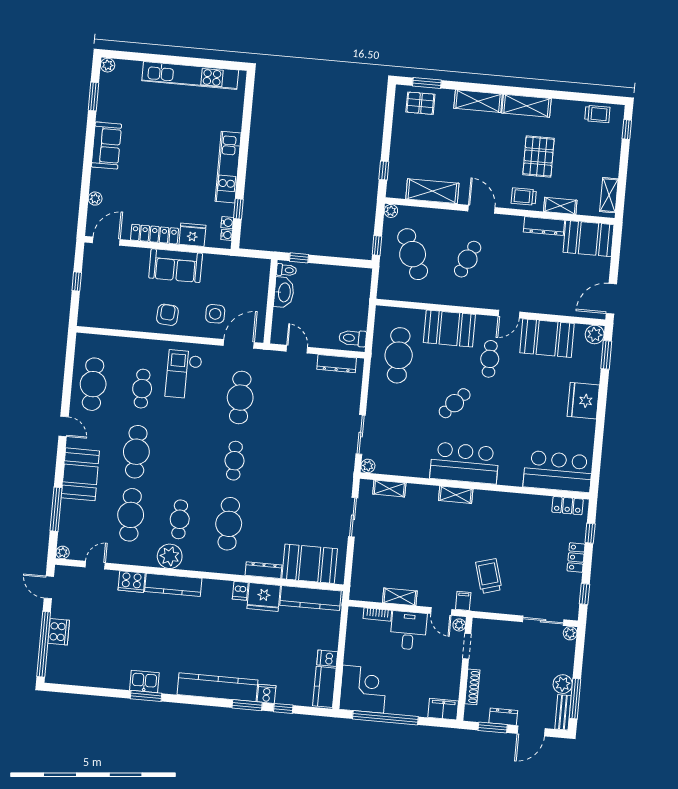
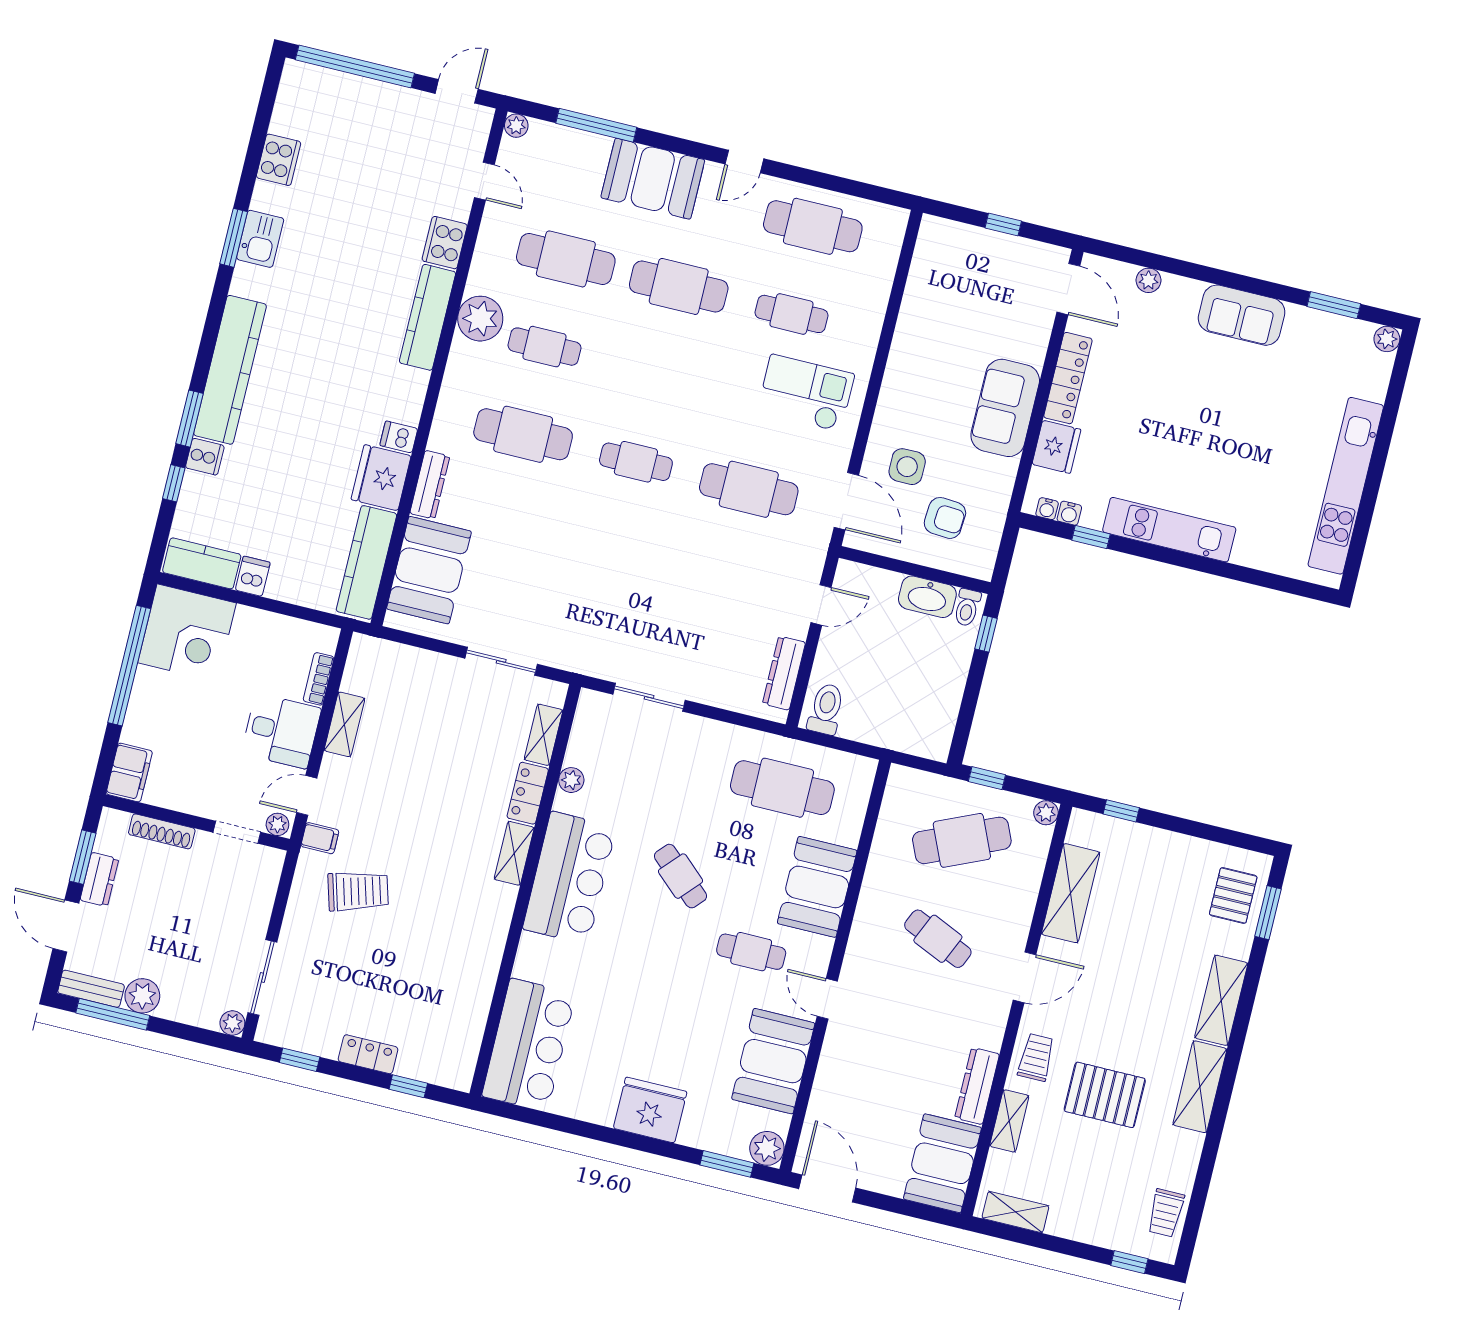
armchair: (167, 315) -> (945, 518), moved
plant: (368, 466) -> (571, 780), moved
locker: (568, 506) -> (528, 793), moved
cooker: (59, 632) -> (279, 160), moved, turned -90

